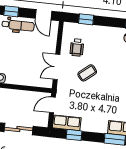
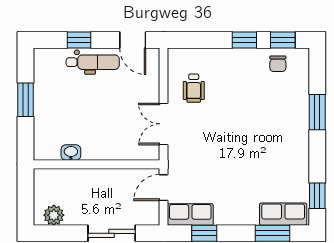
window: (86, 19) -> (244, 40), moved
coffee table: (87, 73) -> (215, 128), removed

